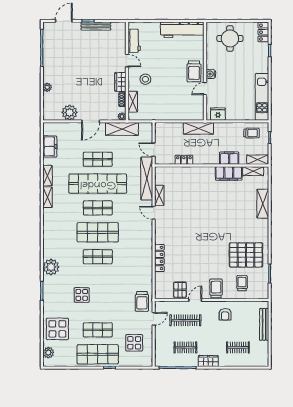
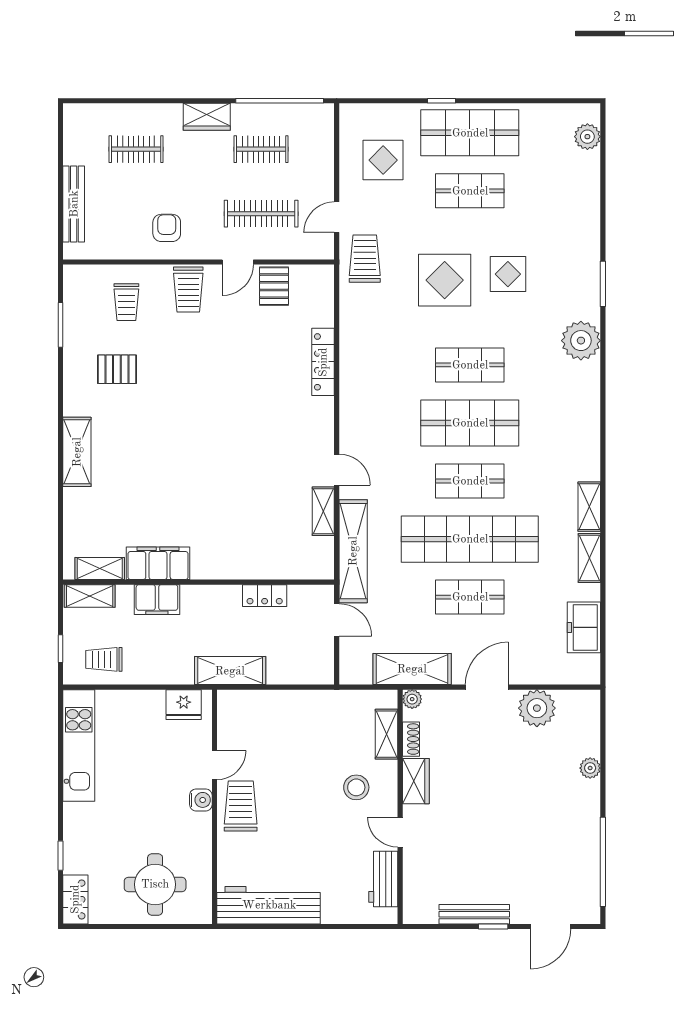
shelving: (263, 204) -> (77, 452), moved
pallet: (246, 255) -> (117, 369), width x0.49, depth x0.50
display table: (57, 329) -> (445, 280), moved

